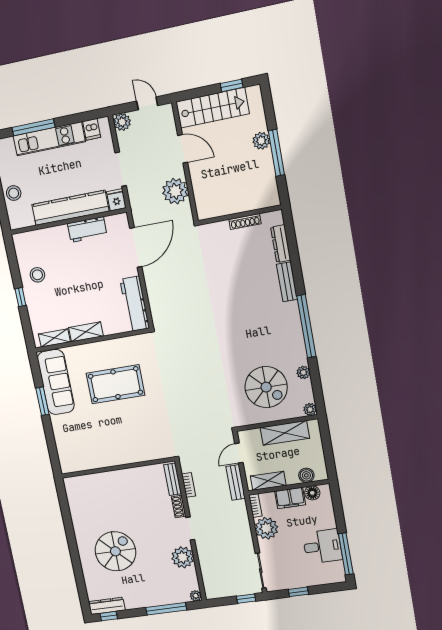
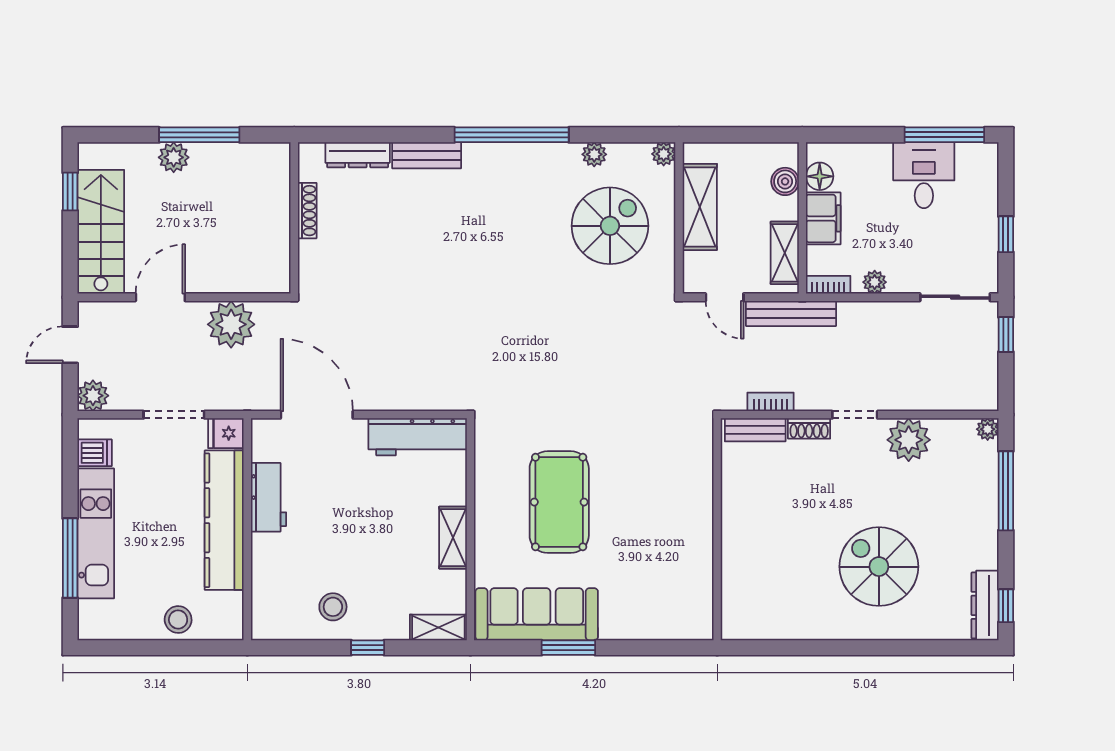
shelving: (54, 338) -> (438, 627), moved, turned 90
bench: (236, 482) -> (791, 313), width x1.36
plant: (266, 528) -> (875, 282), width x0.53, depth x0.53

